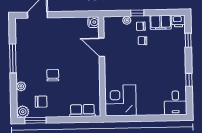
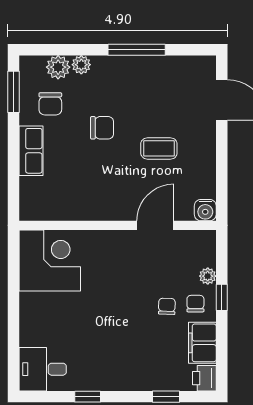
coffee table: (63, 46) -> (159, 148), added
row of seats: (82, 111) -> (31, 151), moved
plant: (23, 112) -> (58, 67), moved

